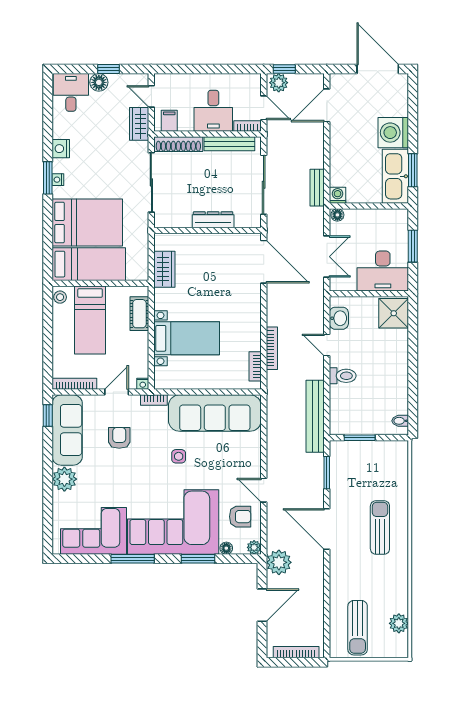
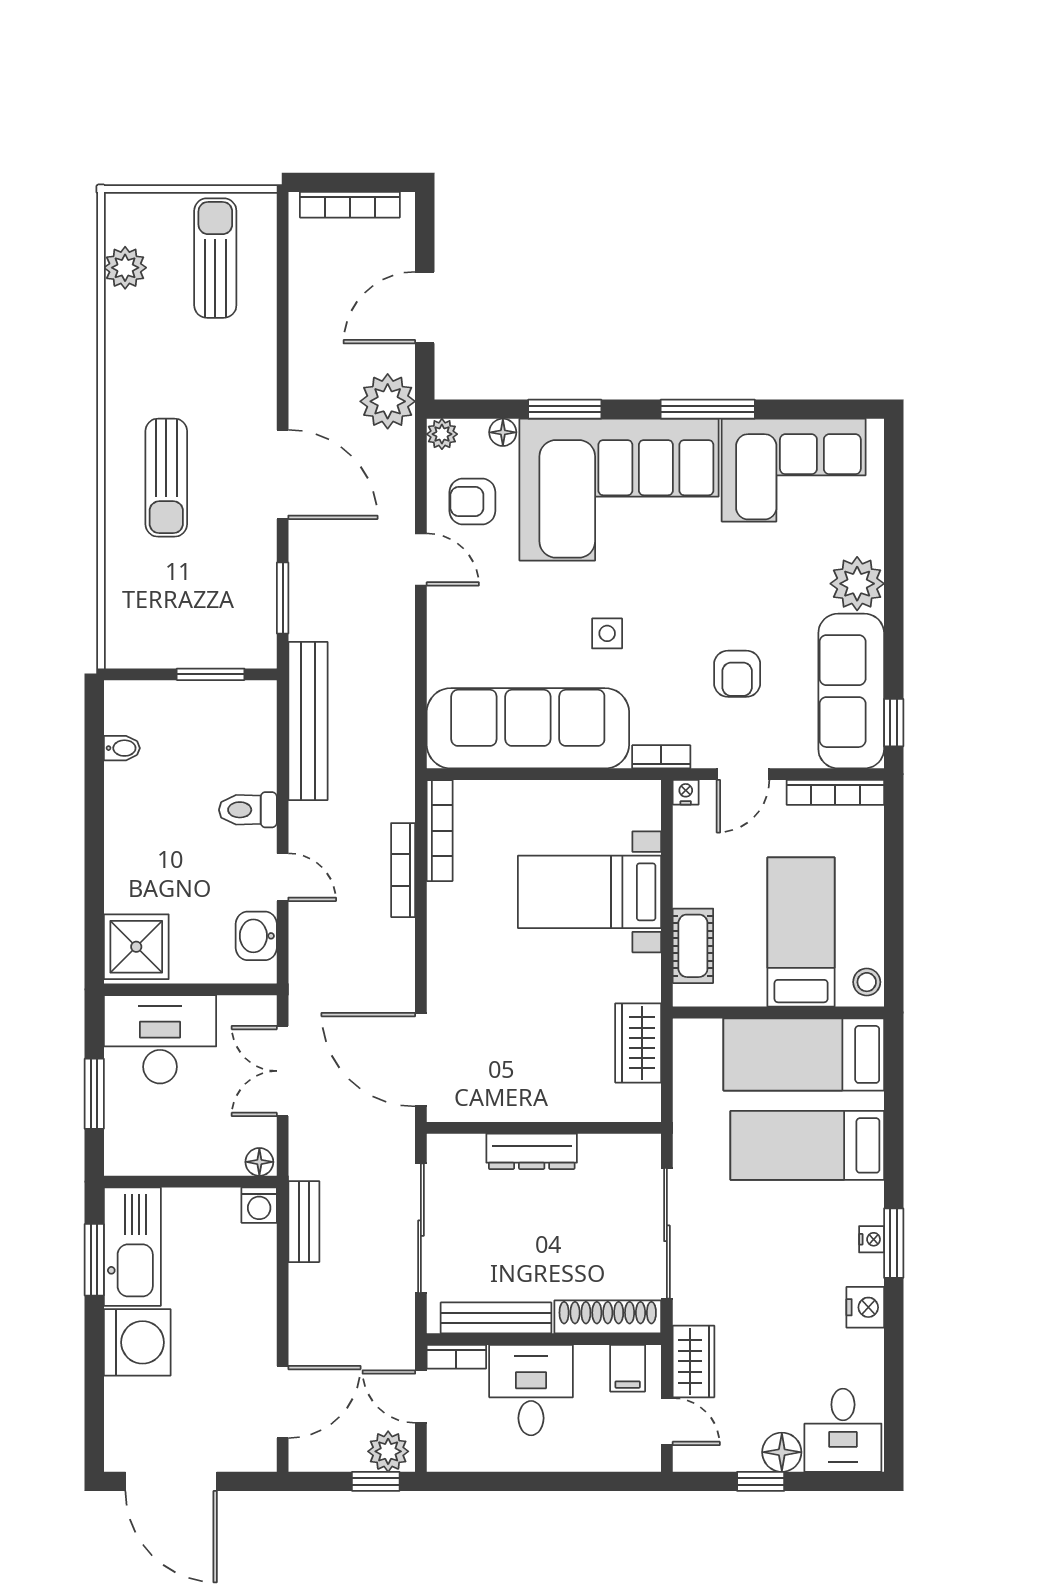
bed: (87, 223) -> (807, 1145), width x0.67
bookcase: (255, 366) -> (440, 831), width x1.56
bidet: (400, 421) -> (122, 748), moved

